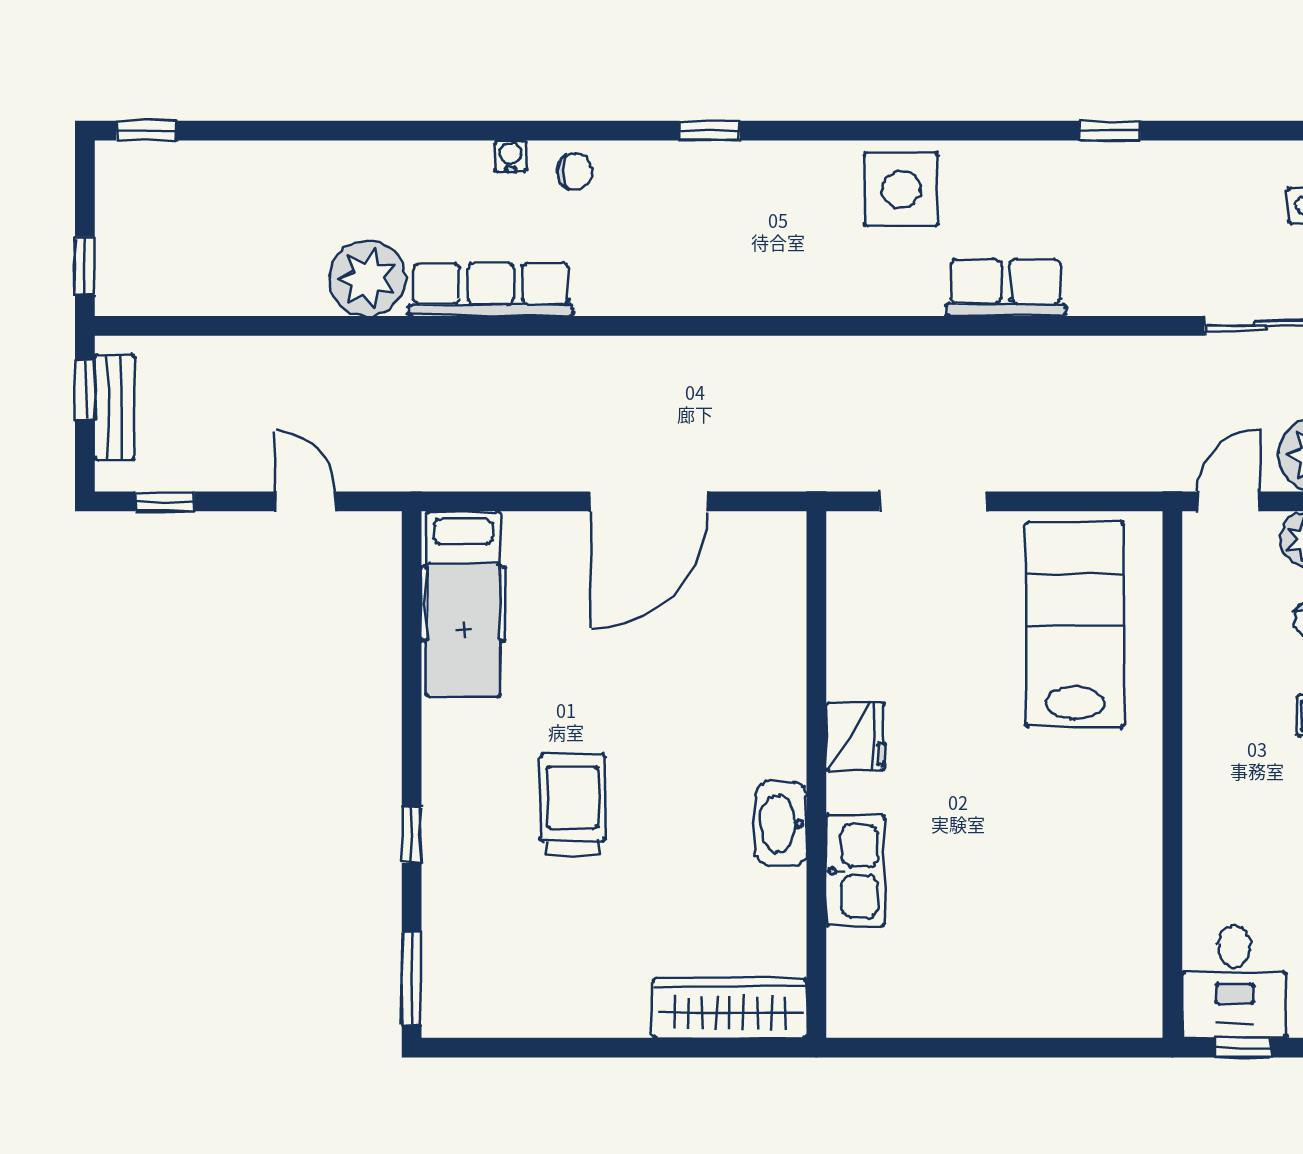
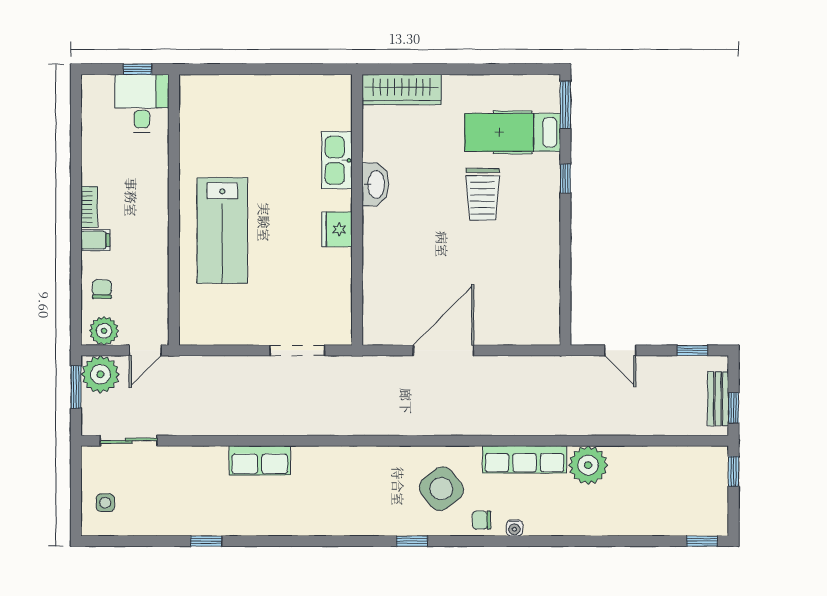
side table: (901, 190) -> (441, 489), moved, turned -38
hospital bed: (463, 604) -> (513, 132), moved, turned -90
lab bench: (1075, 624) -> (222, 230), moved

